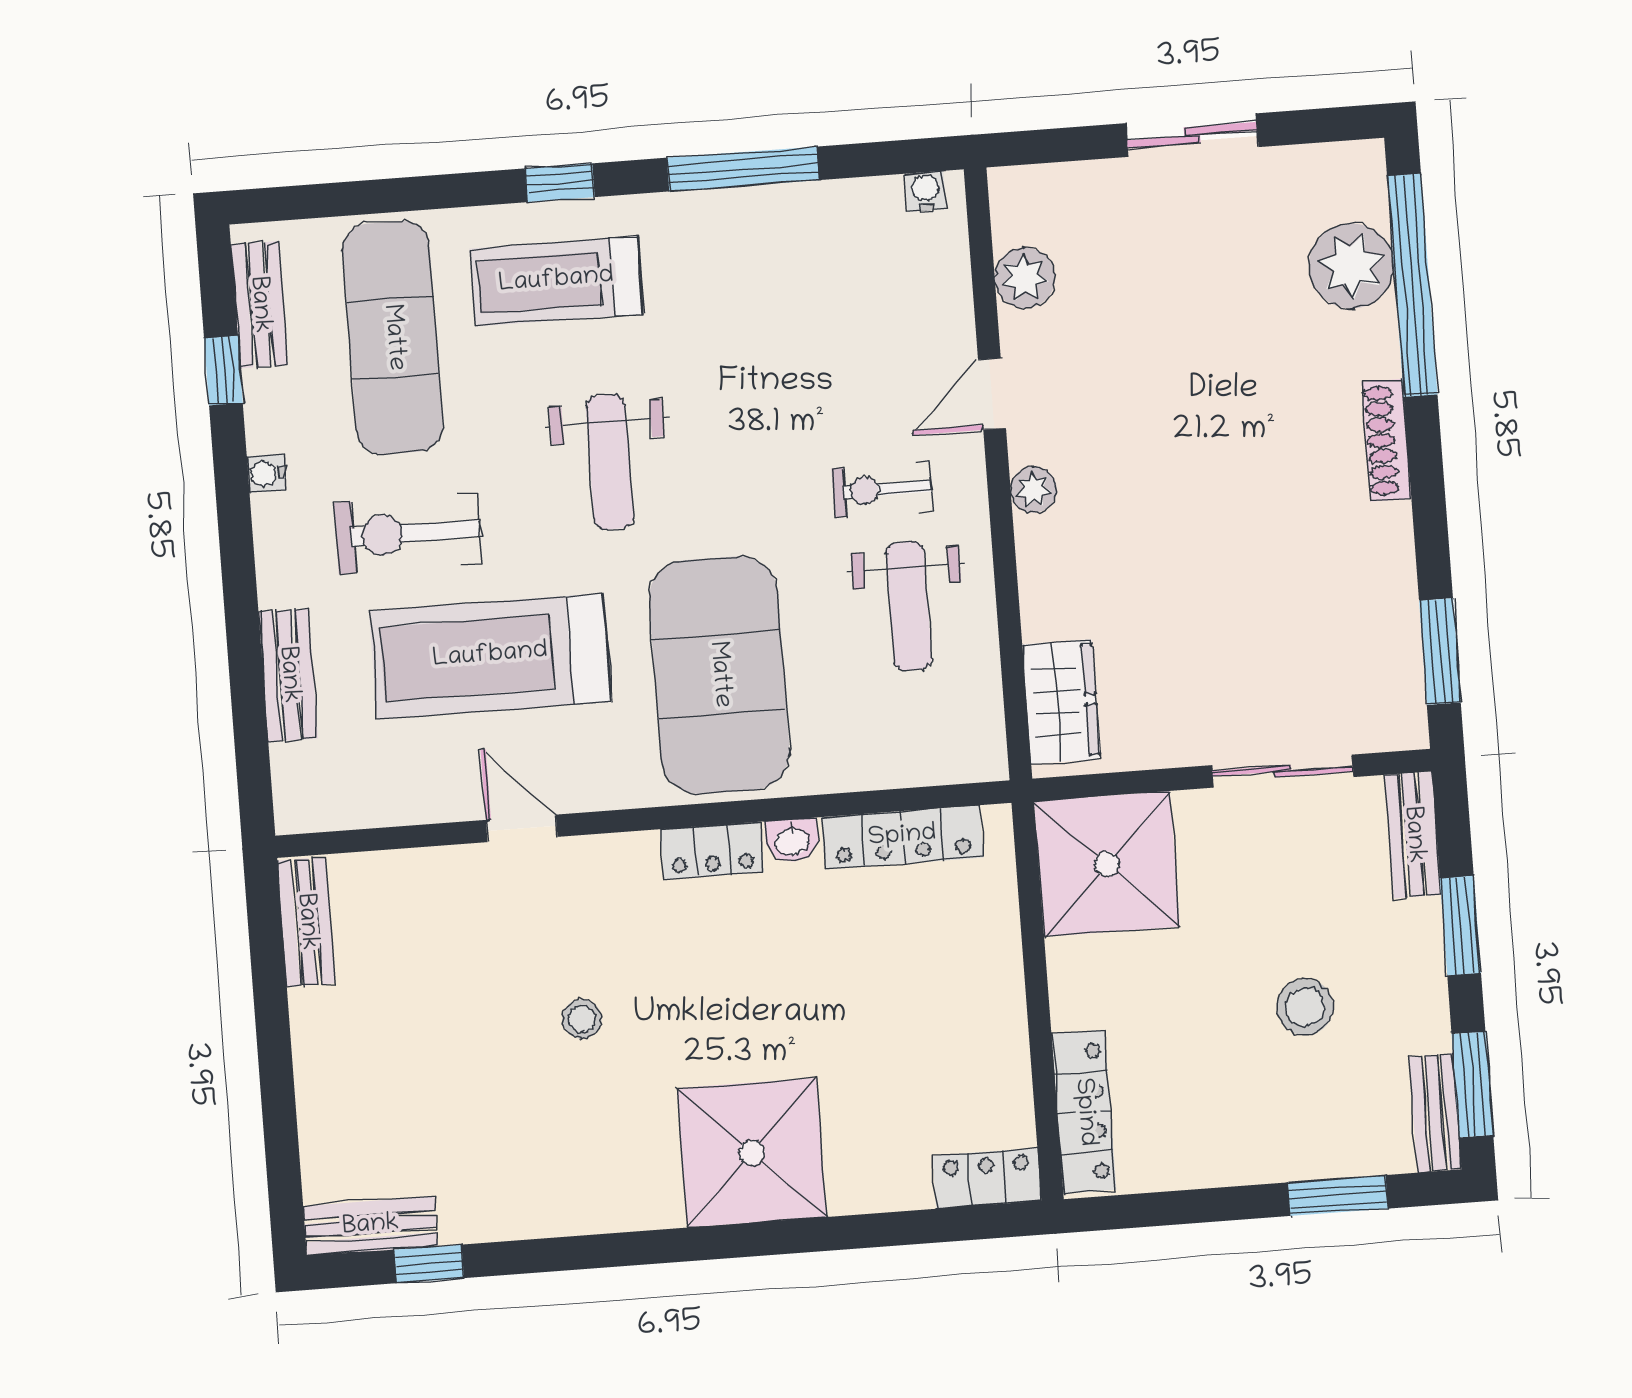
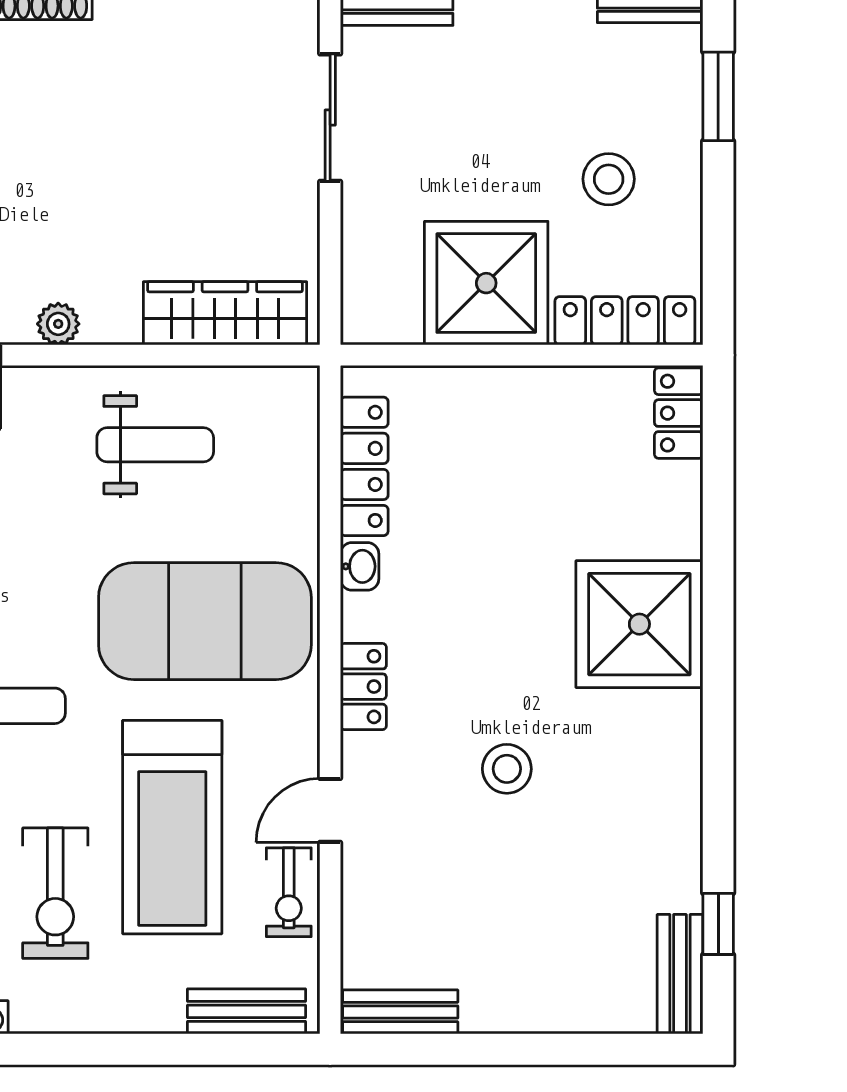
exercise bike: (882, 489) -> (289, 892), moved
bench: (288, 675) -> (247, 1011), moved
wardrobe: (1061, 702) -> (225, 313), width x1.50
locker: (712, 851) -> (363, 687), moved
shower: (1107, 864) -> (486, 283), moved
stool: (1305, 1007) -> (609, 179), moved
stool: (582, 1019) -> (507, 769), width x1.37, depth x1.37

